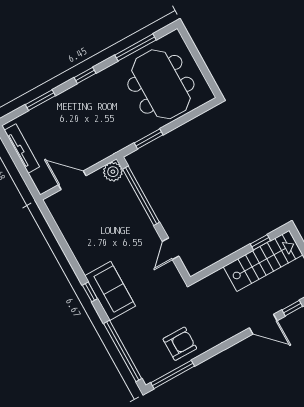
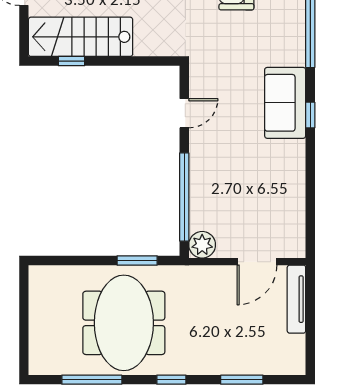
meeting table: (161, 84) -> (124, 323), moved
tv unit: (22, 149) -> (296, 299), moved
door: (72, 180) -> (257, 262), hinge flipped

